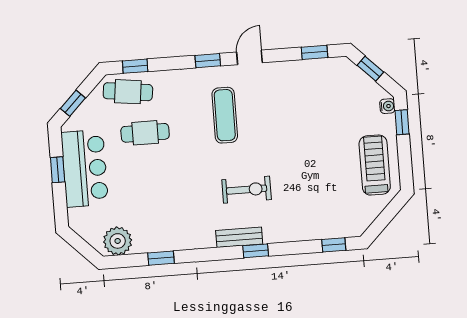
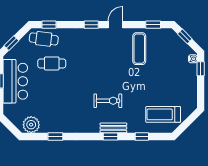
exercise mat: (225, 115) -> (139, 49), moved
treadmill: (375, 165) -> (163, 114), moved, turned -90
bench: (239, 237) -> (113, 128), moved
window: (334, 245) -> (142, 137), moved

